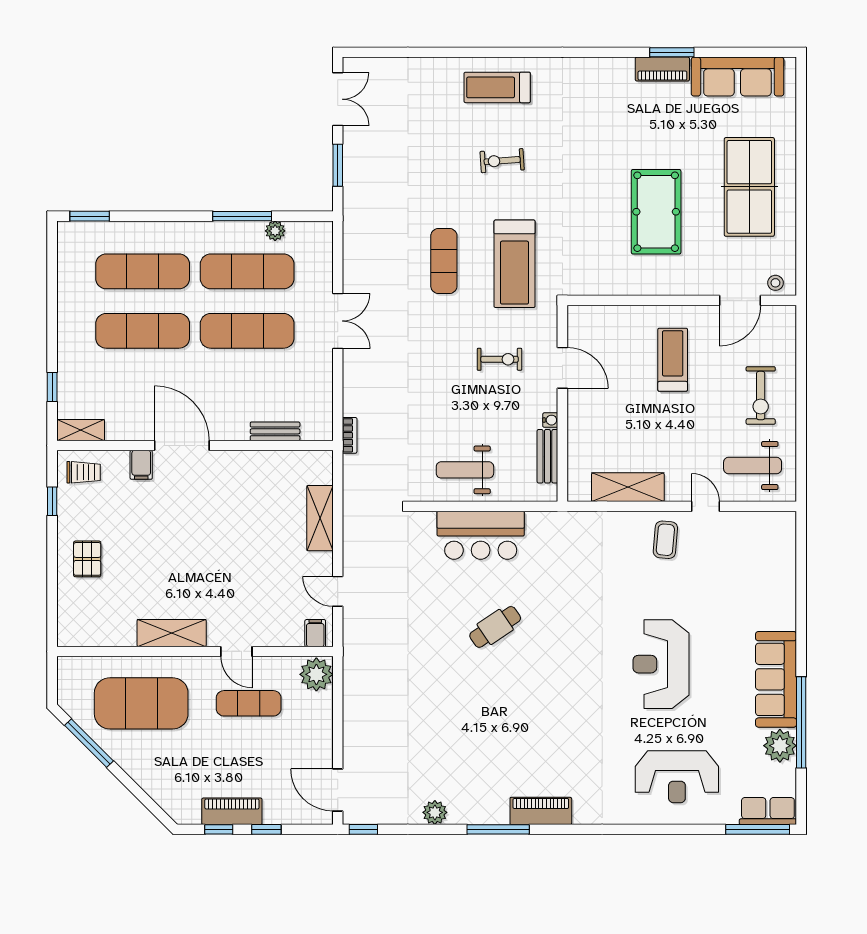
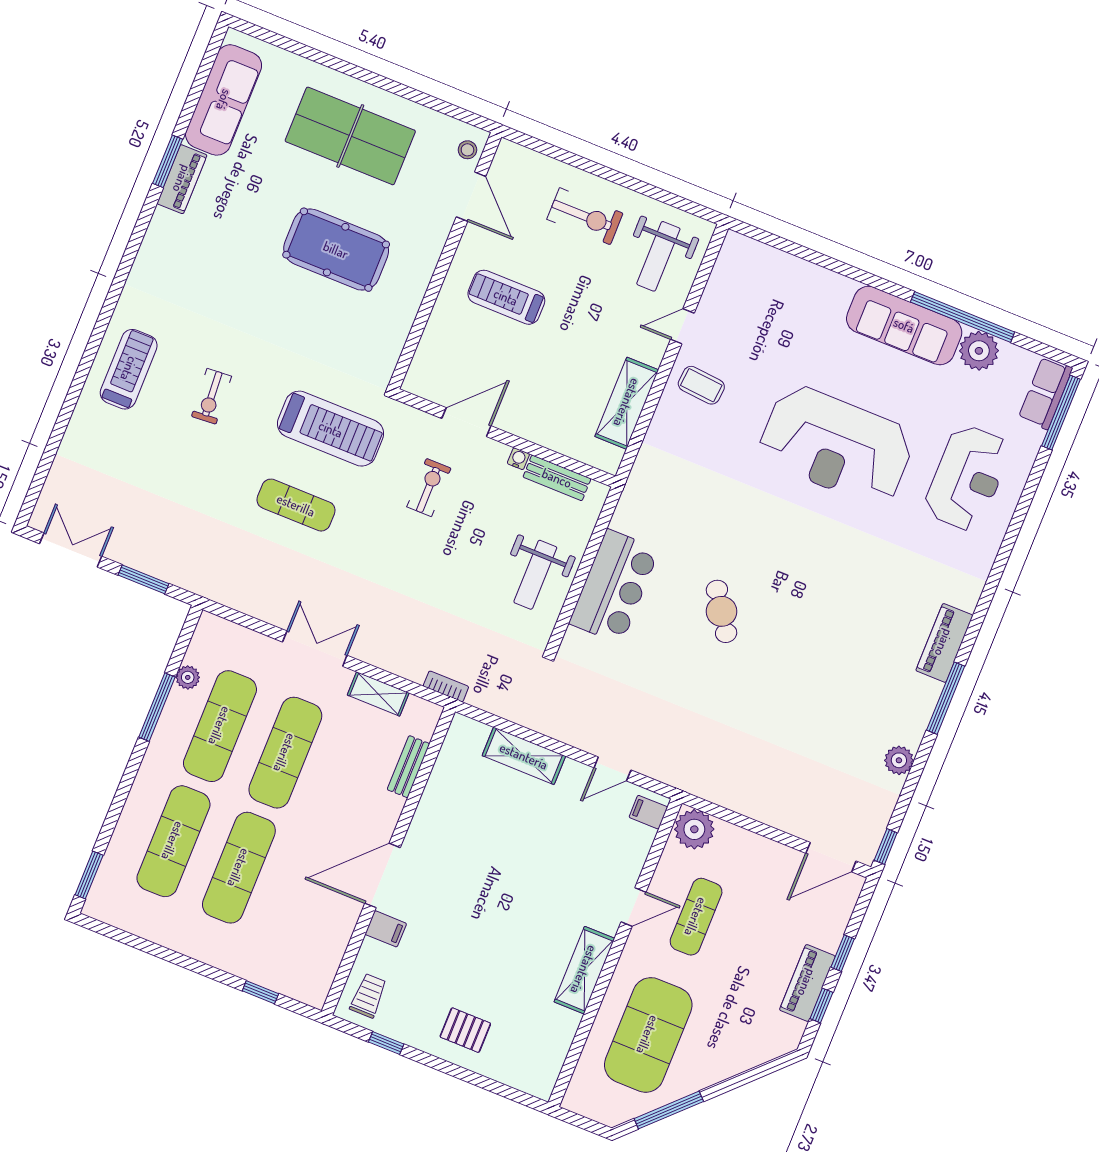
treadmill: (497, 87) -> (129, 369), turned 180
shelving: (81, 430) -> (378, 694), moved, turned 90
reception desk: (661, 664) -> (836, 445), width x1.36, depth x1.30

